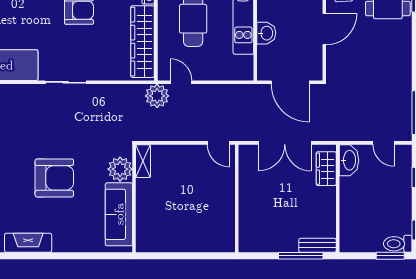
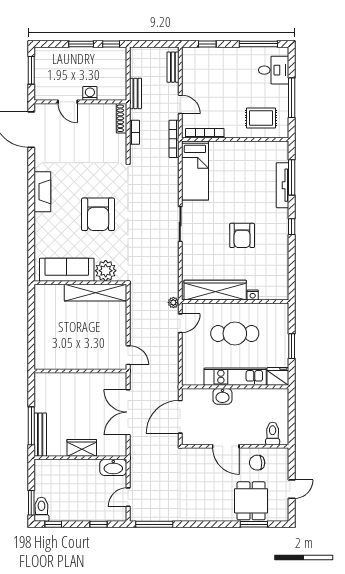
plant: (157, 96) -> (173, 303), width x0.53, depth x0.53
door: (218, 143) -> (128, 355), swing flipped
shelving: (143, 161) -> (96, 293), width x2.20, depth x1.33
wardrobe: (326, 169) -> (82, 448), moved
bench: (317, 245) -> (40, 435), width x1.36

